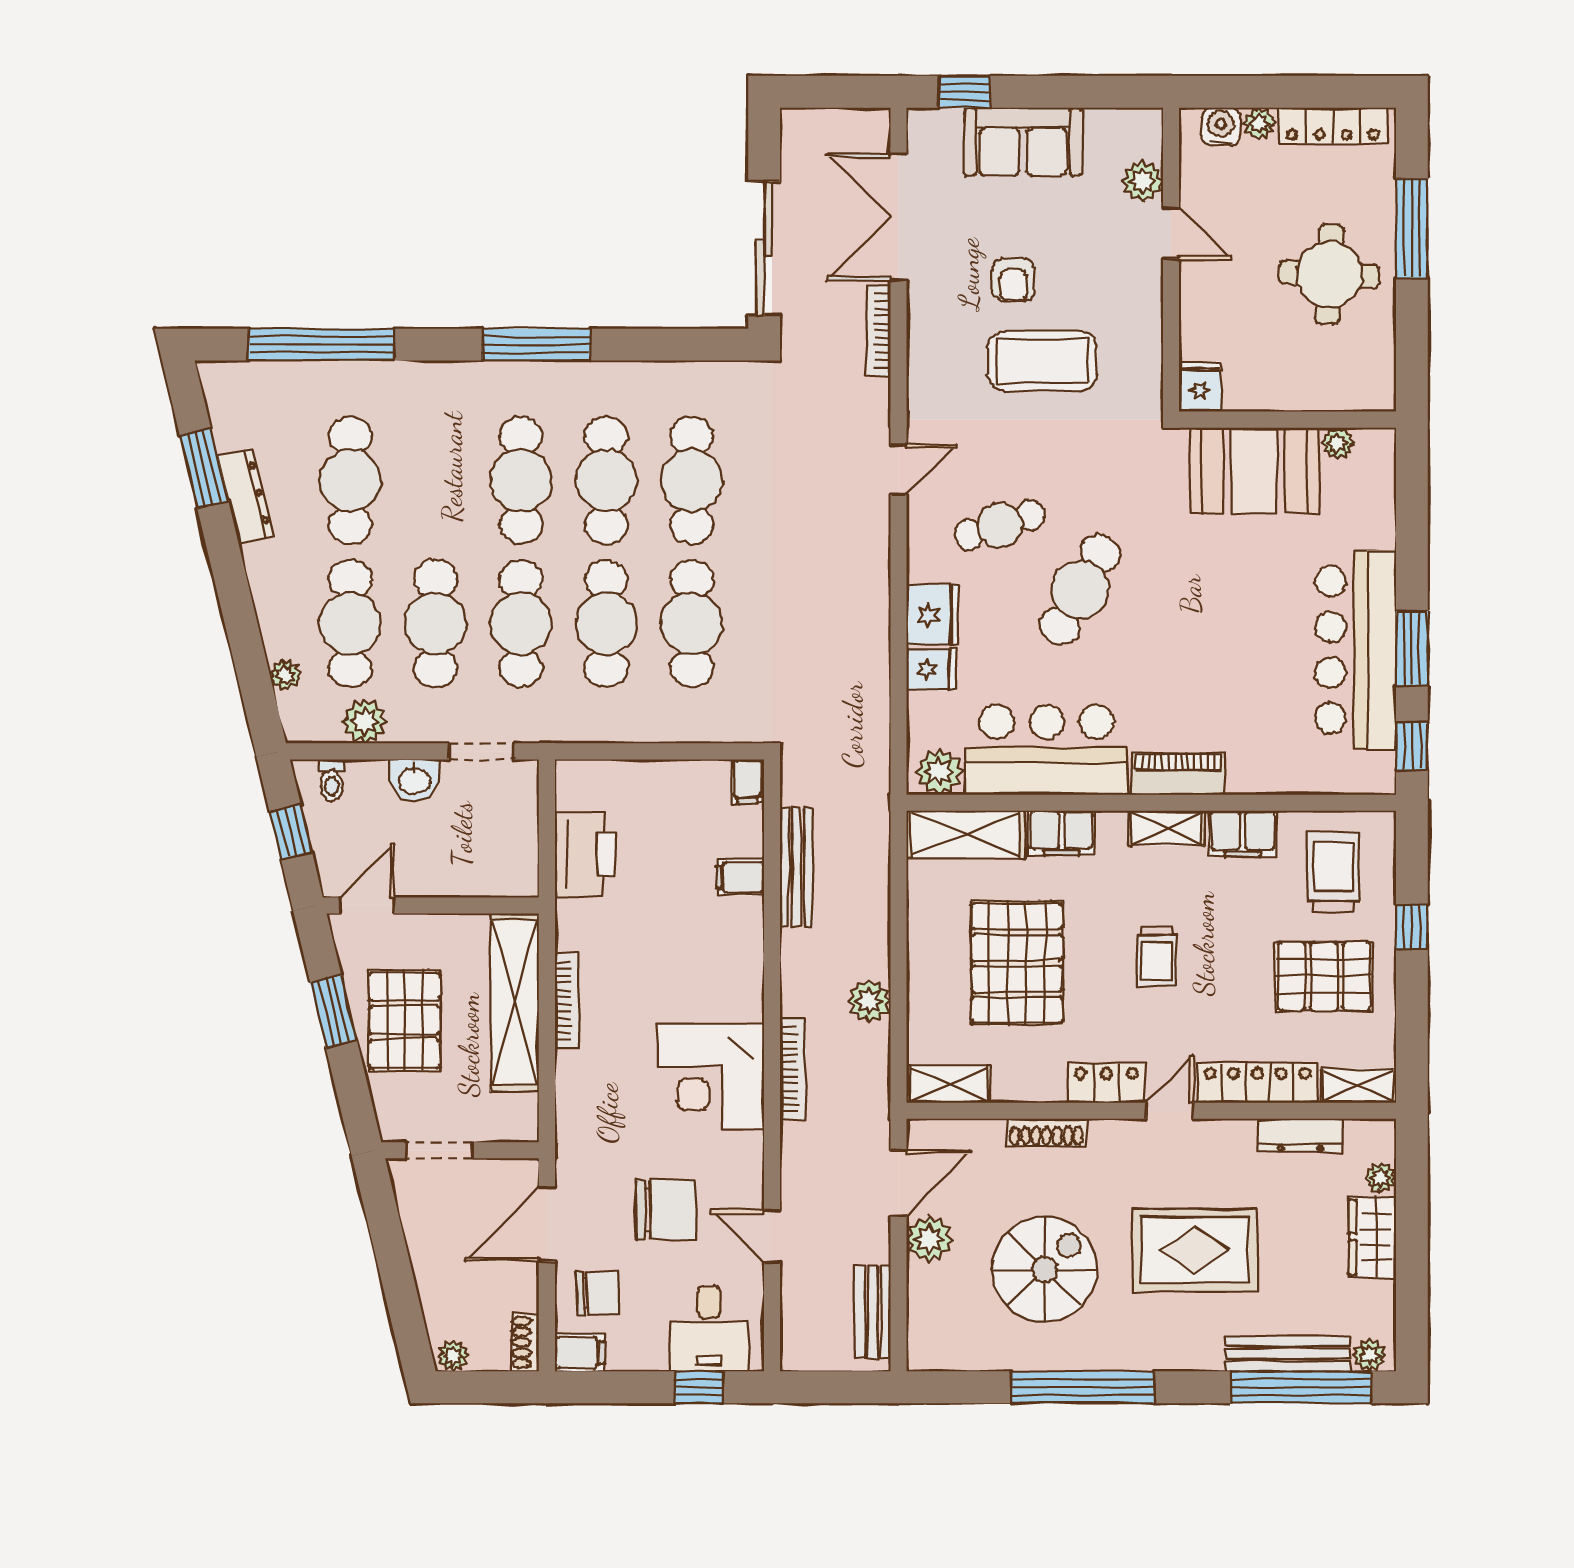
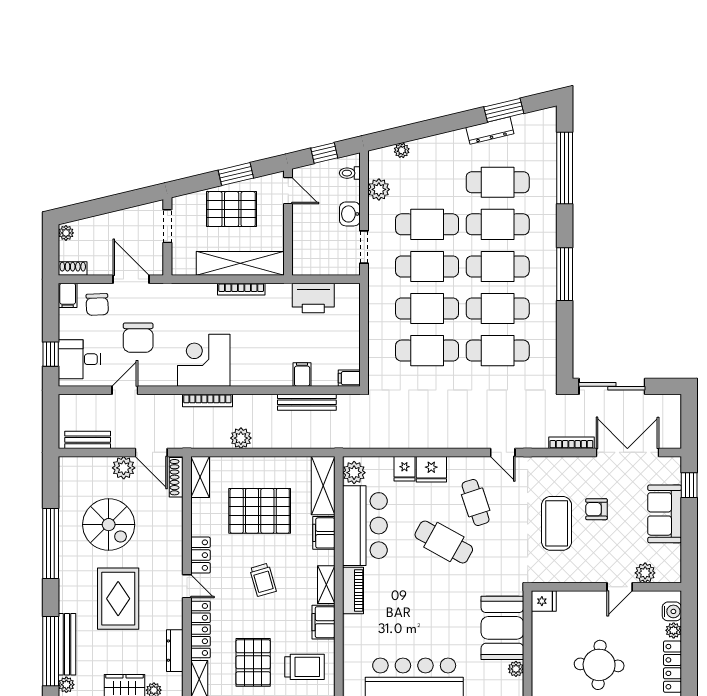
cafe table: (350, 624) -> (498, 224), moved
trolley: (1157, 957) -> (263, 580), turned -106
shoe rack: (1046, 1132) -> (176, 477), moved

